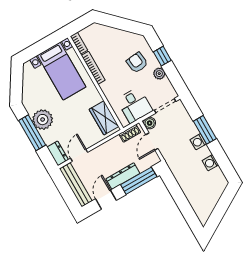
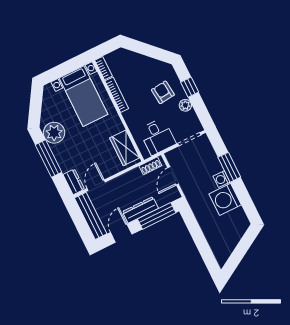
plant: (43, 120) -> (54, 133), moved
boiler: (150, 123) -> (172, 156), removed
washing machine: (210, 163) -> (225, 199), width x1.89, depth x1.89

